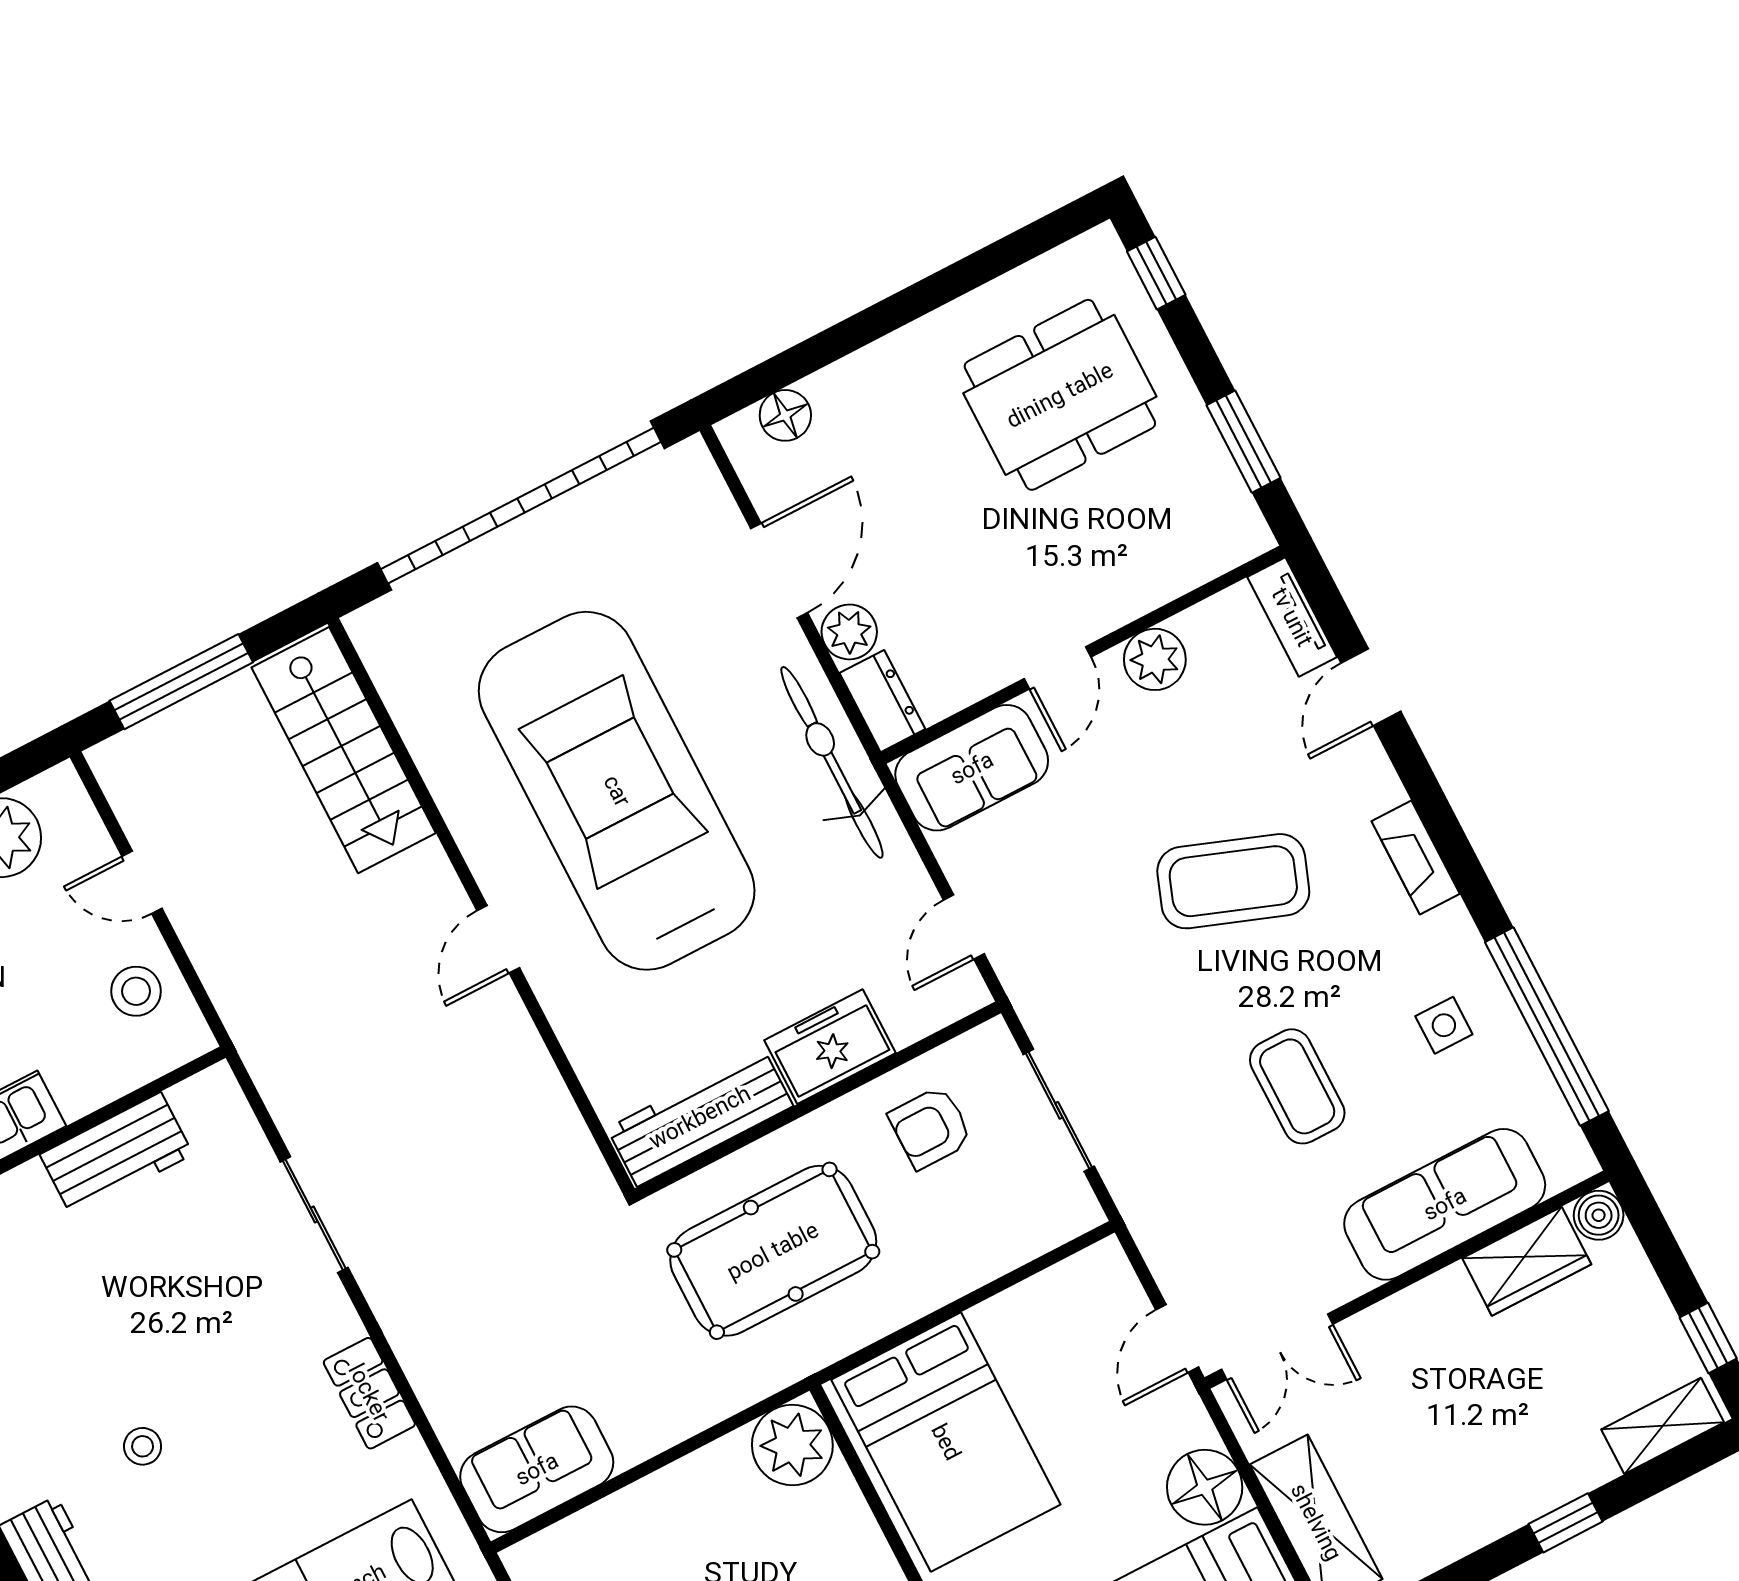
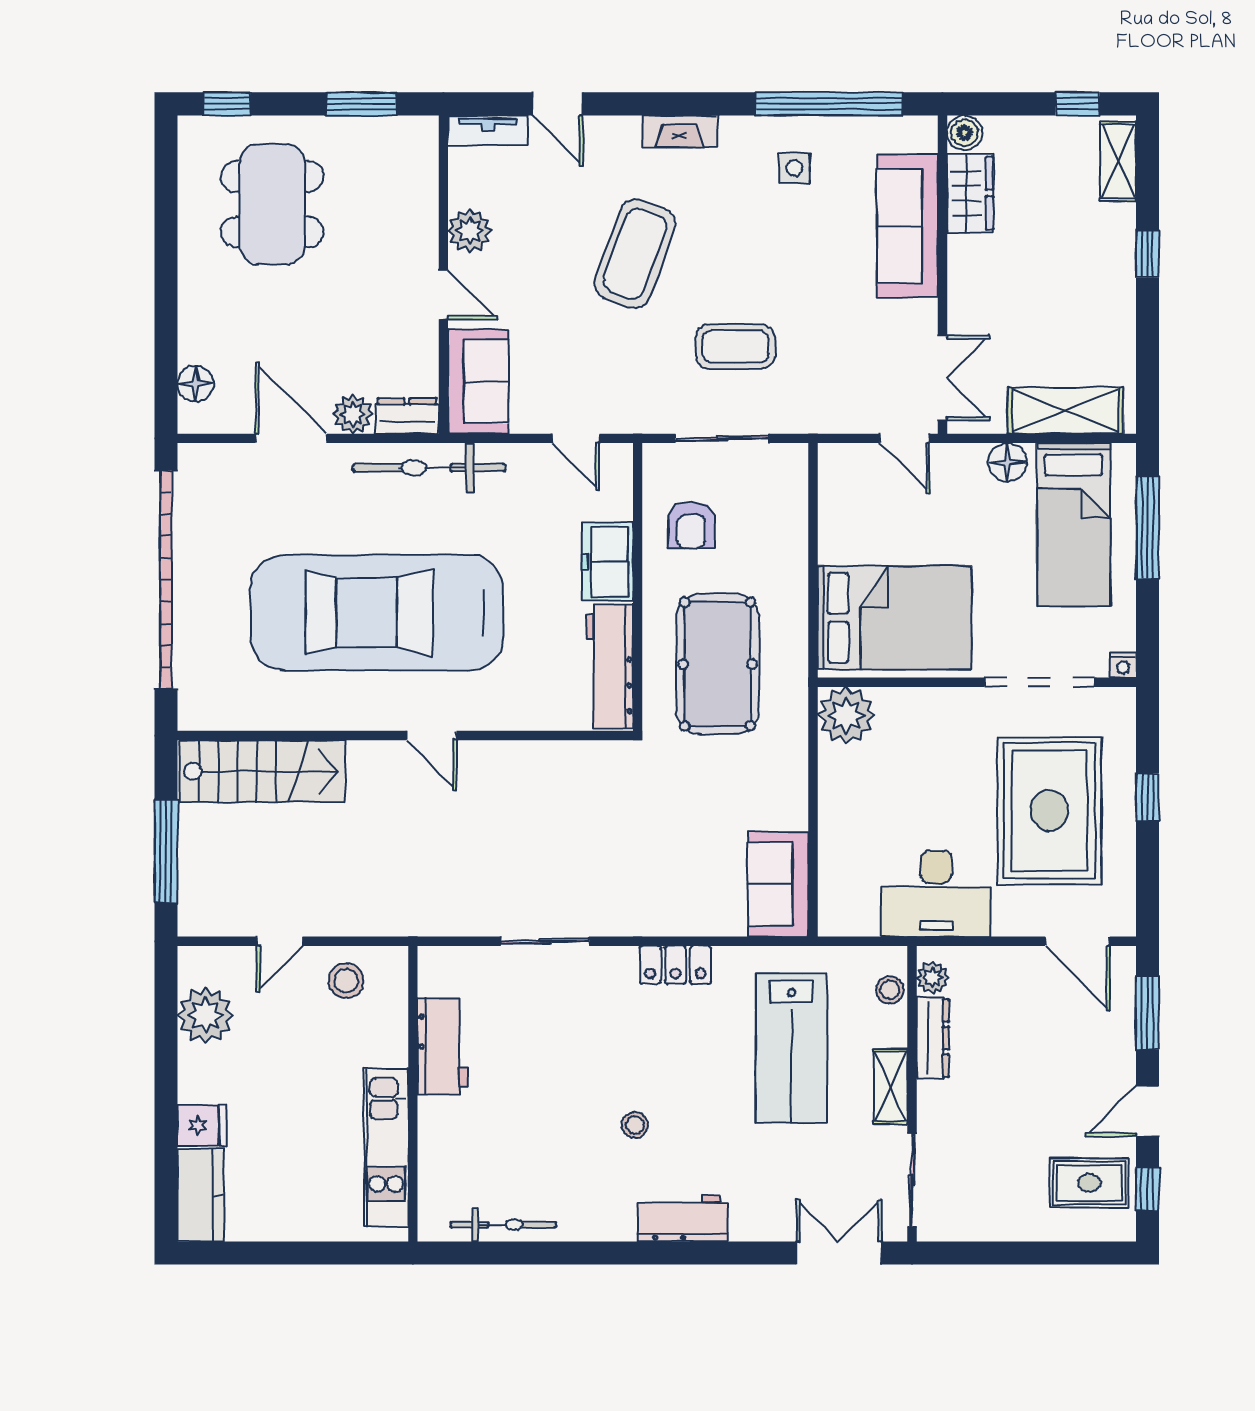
coffee table: (1297, 1086) -> (735, 347), moved
floor lamp: (1205, 1487) -> (1007, 462), width x0.73, depth x0.73

